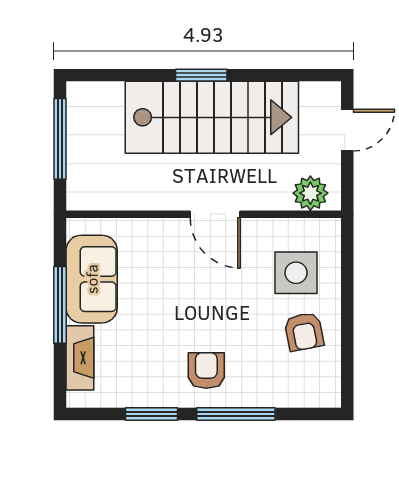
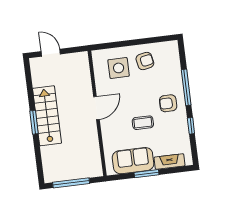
stairs: (212, 117) -> (47, 116), width x0.73, depth x0.66
plant: (310, 193) -> (82, 66), removed
window: (60, 305) -> (147, 174), width x0.69
coffee table: (171, 311) -> (143, 123), added
window: (151, 414) -> (191, 126), width x0.67

